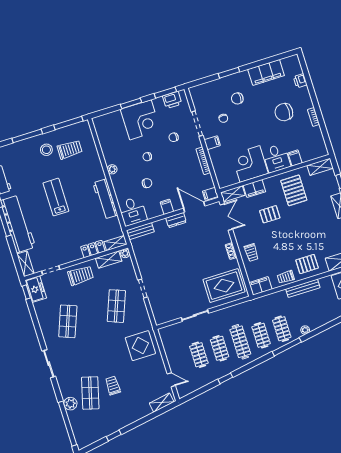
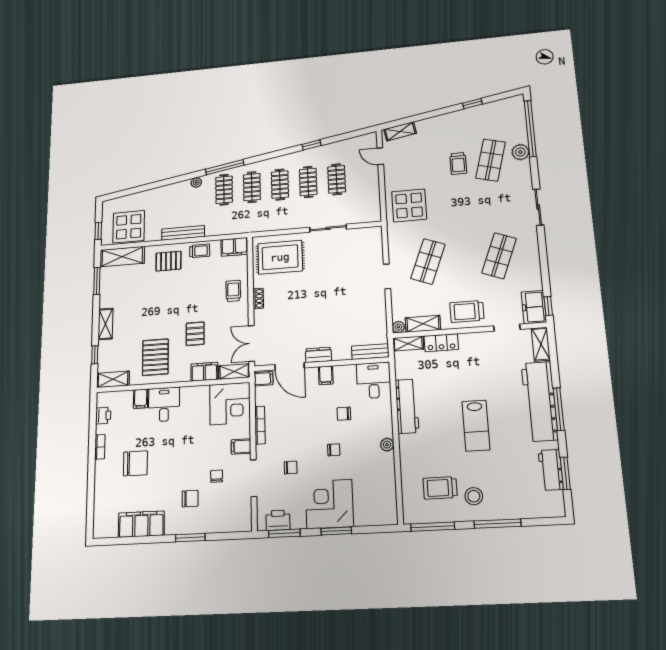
printer: (300, 81) -> (103, 416), moved
corner desk: (250, 164) -> (230, 404), moved
pallet: (270, 214) -> (195, 334), turned 90
clothes rail: (240, 342) -> (280, 185), width x0.73

